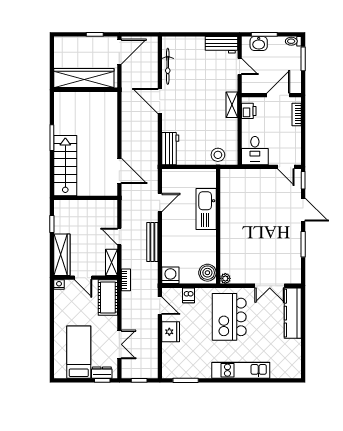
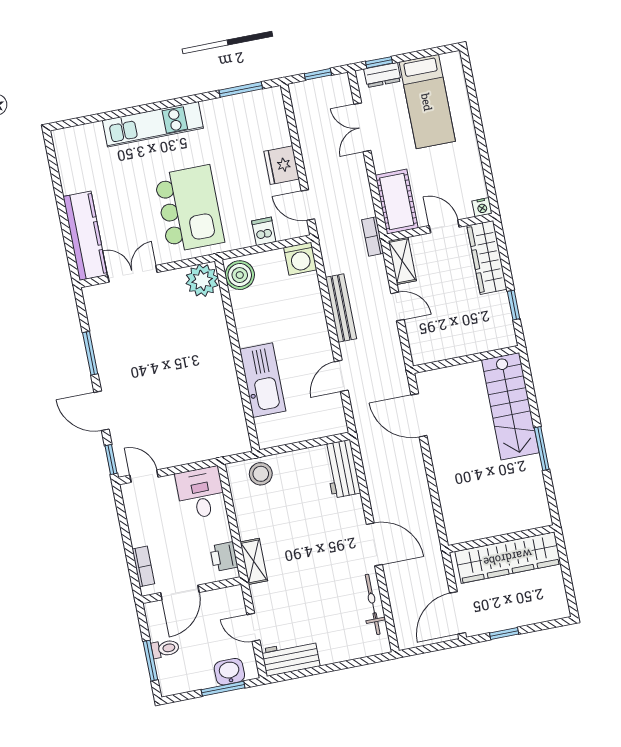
toilet: (293, 41) -> (165, 649), moved
plant: (225, 278) -> (202, 280), width x1.87, depth x1.87

